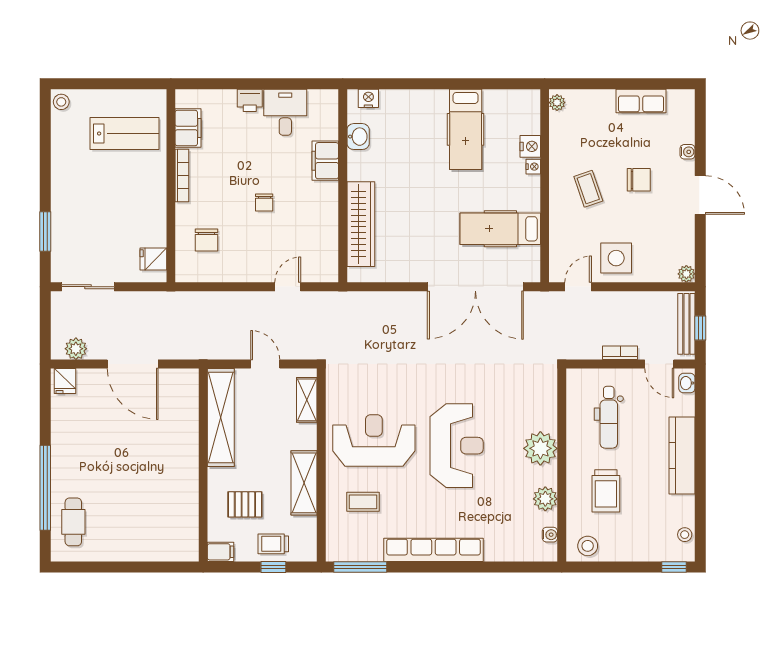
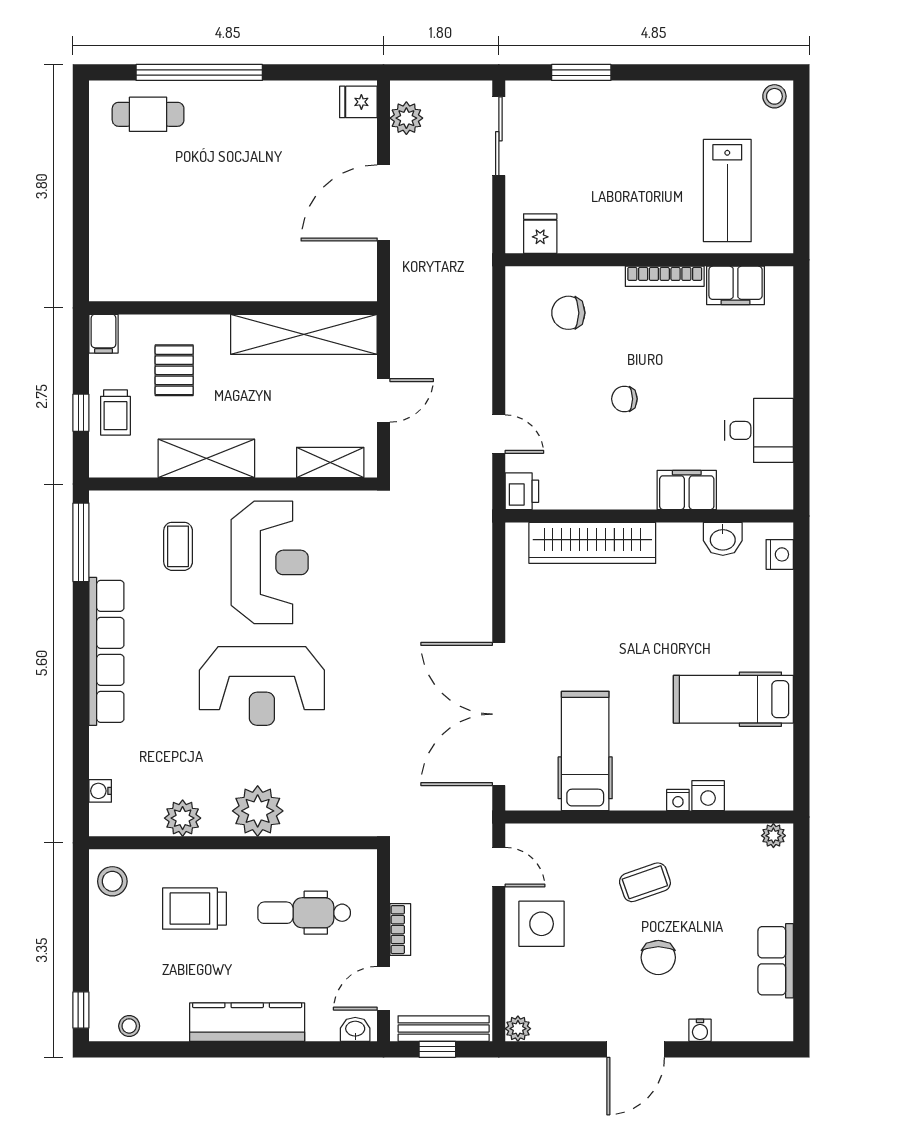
printer: (250, 100) -> (522, 491), moved, turned 180
water cooler: (550, 535) -> (100, 791), moved, turned 90
trolley: (273, 544) -> (115, 412), turned 180

